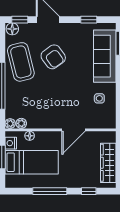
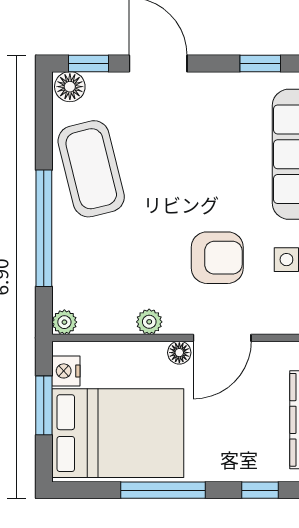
armchair: (53, 57) -> (217, 258), moved, turned -54
plant: (21, 123) -> (149, 322), moved
floor lamp: (30, 136) -> (179, 353), moved
bed: (32, 162) -> (118, 433), width x1.50

